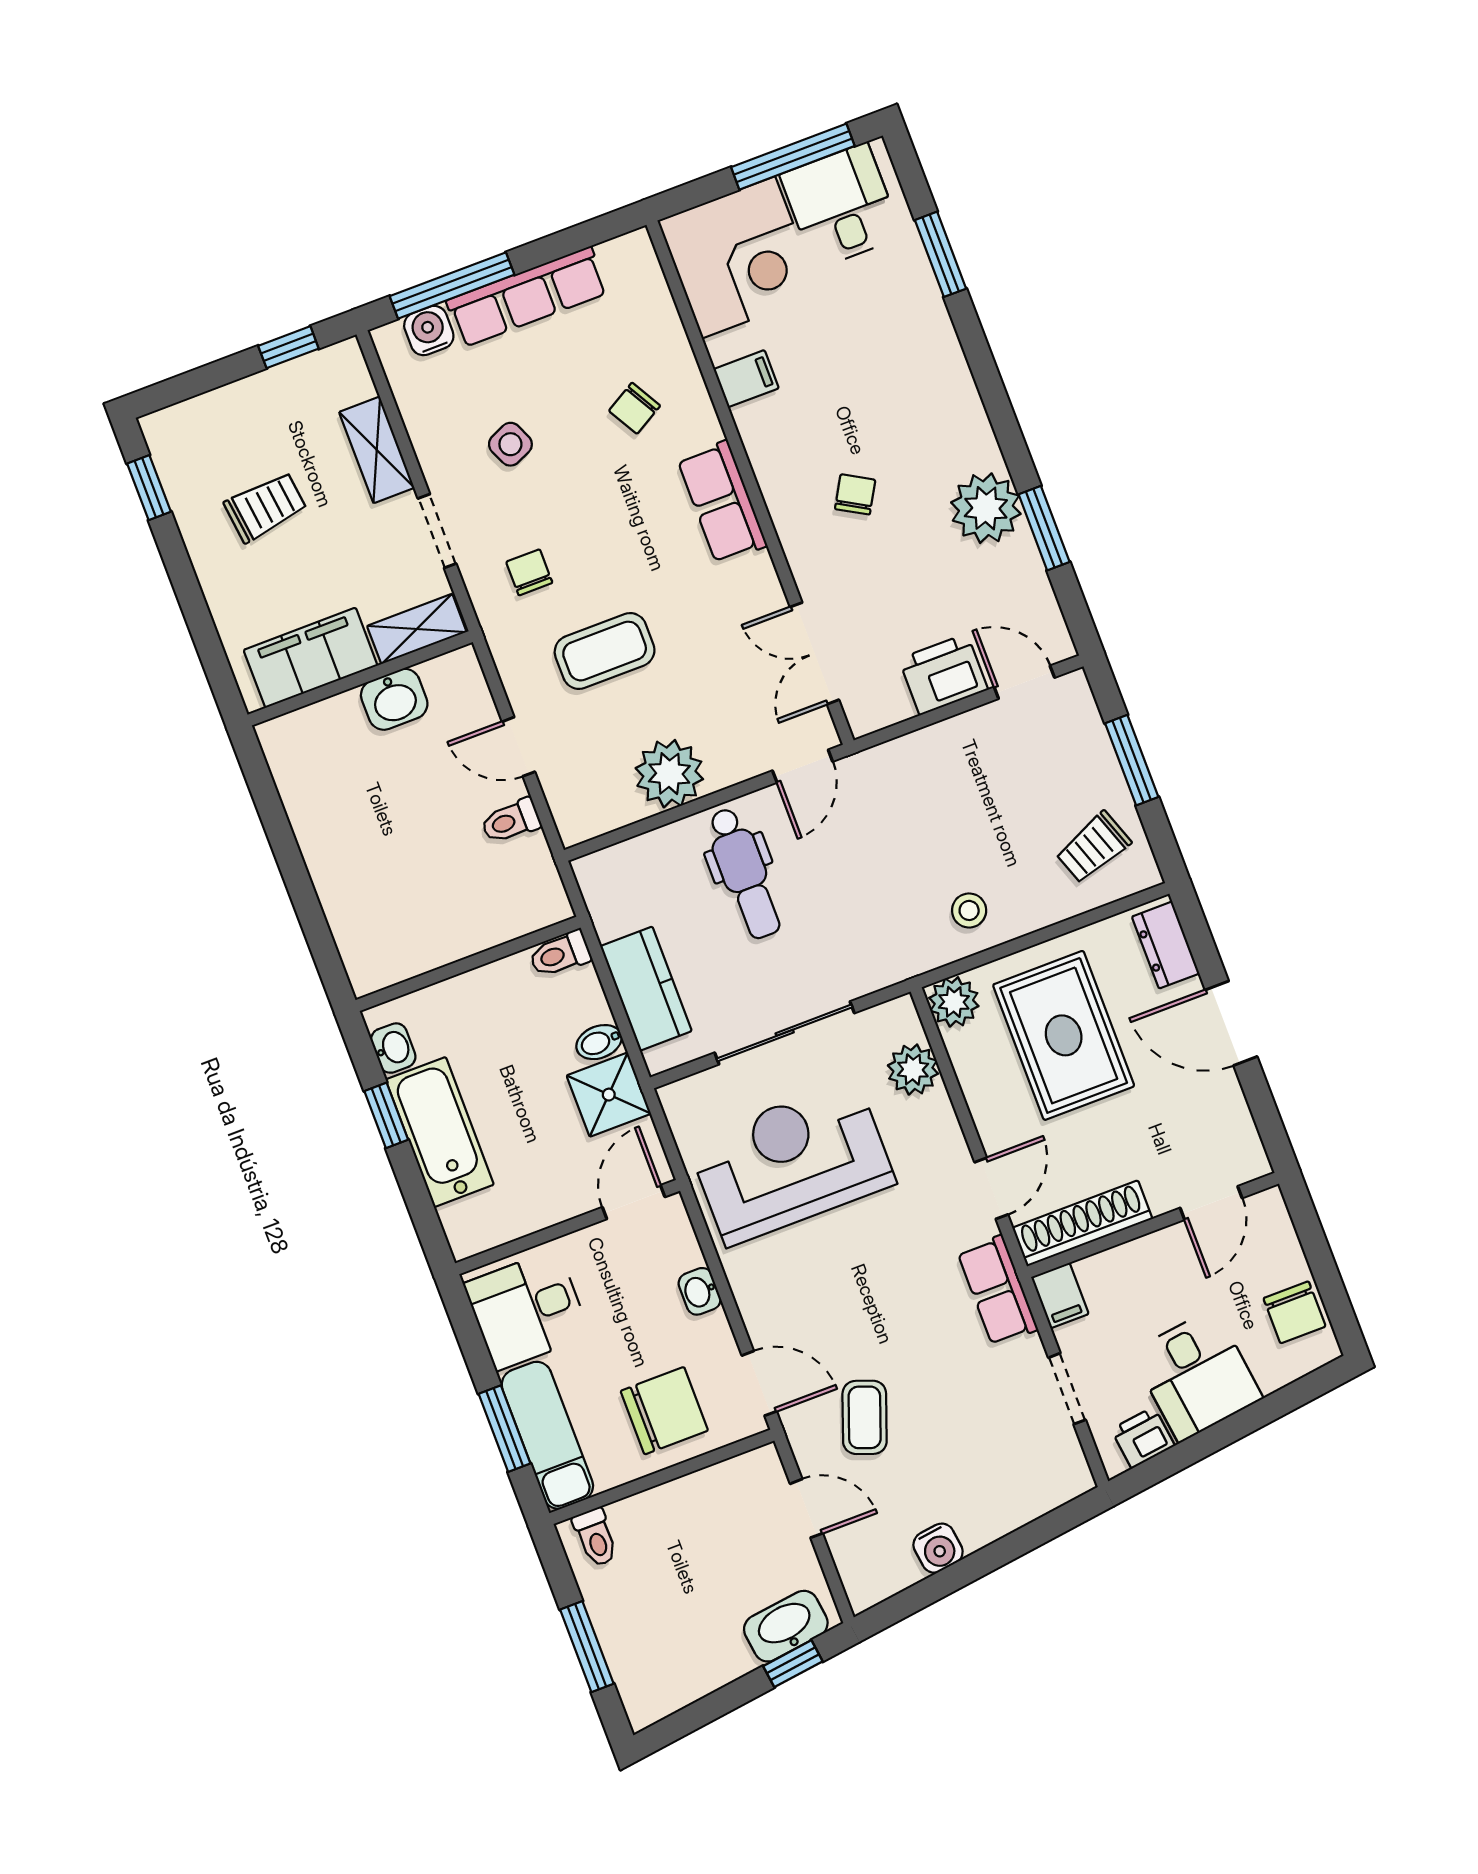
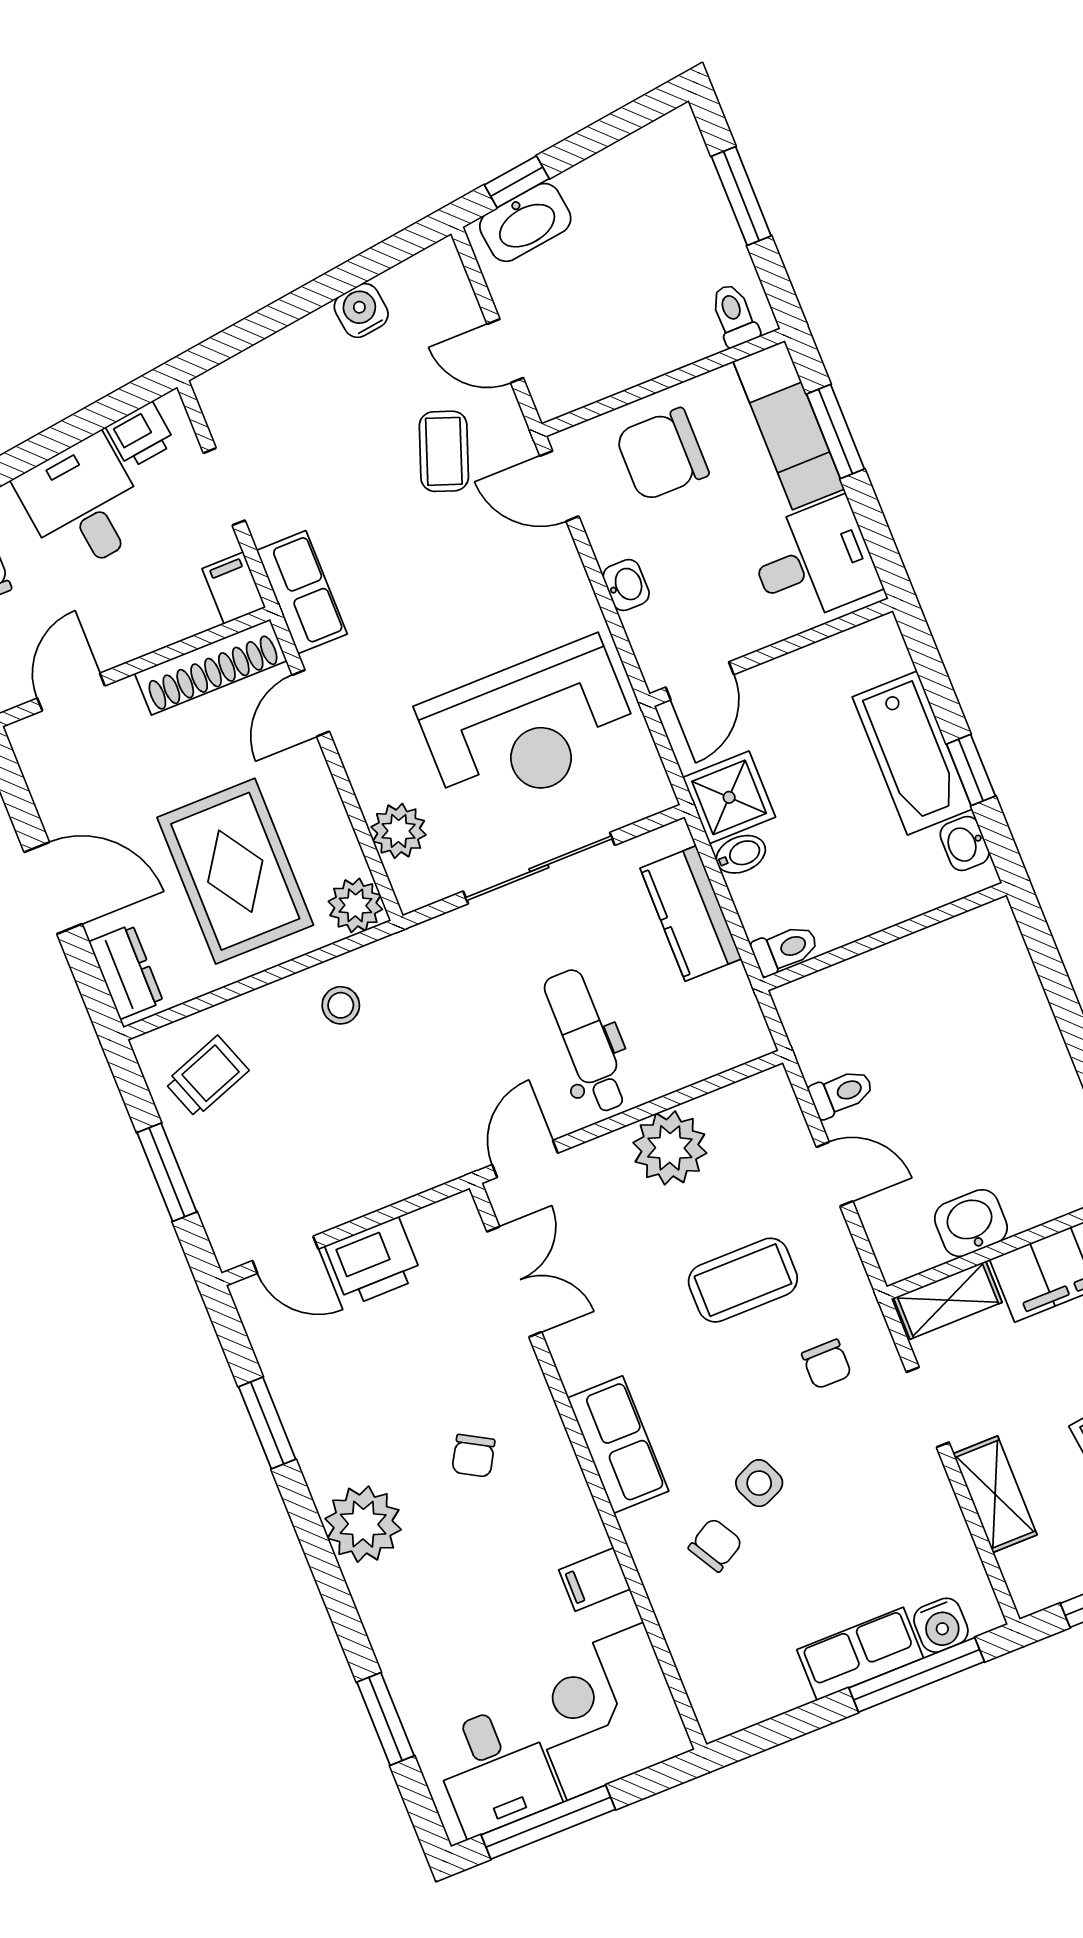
row of seats: (527, 297) -> (860, 1654), width x0.68
side table: (510, 444) -> (759, 1483), moved
plant: (986, 508) -> (363, 1524), moved

